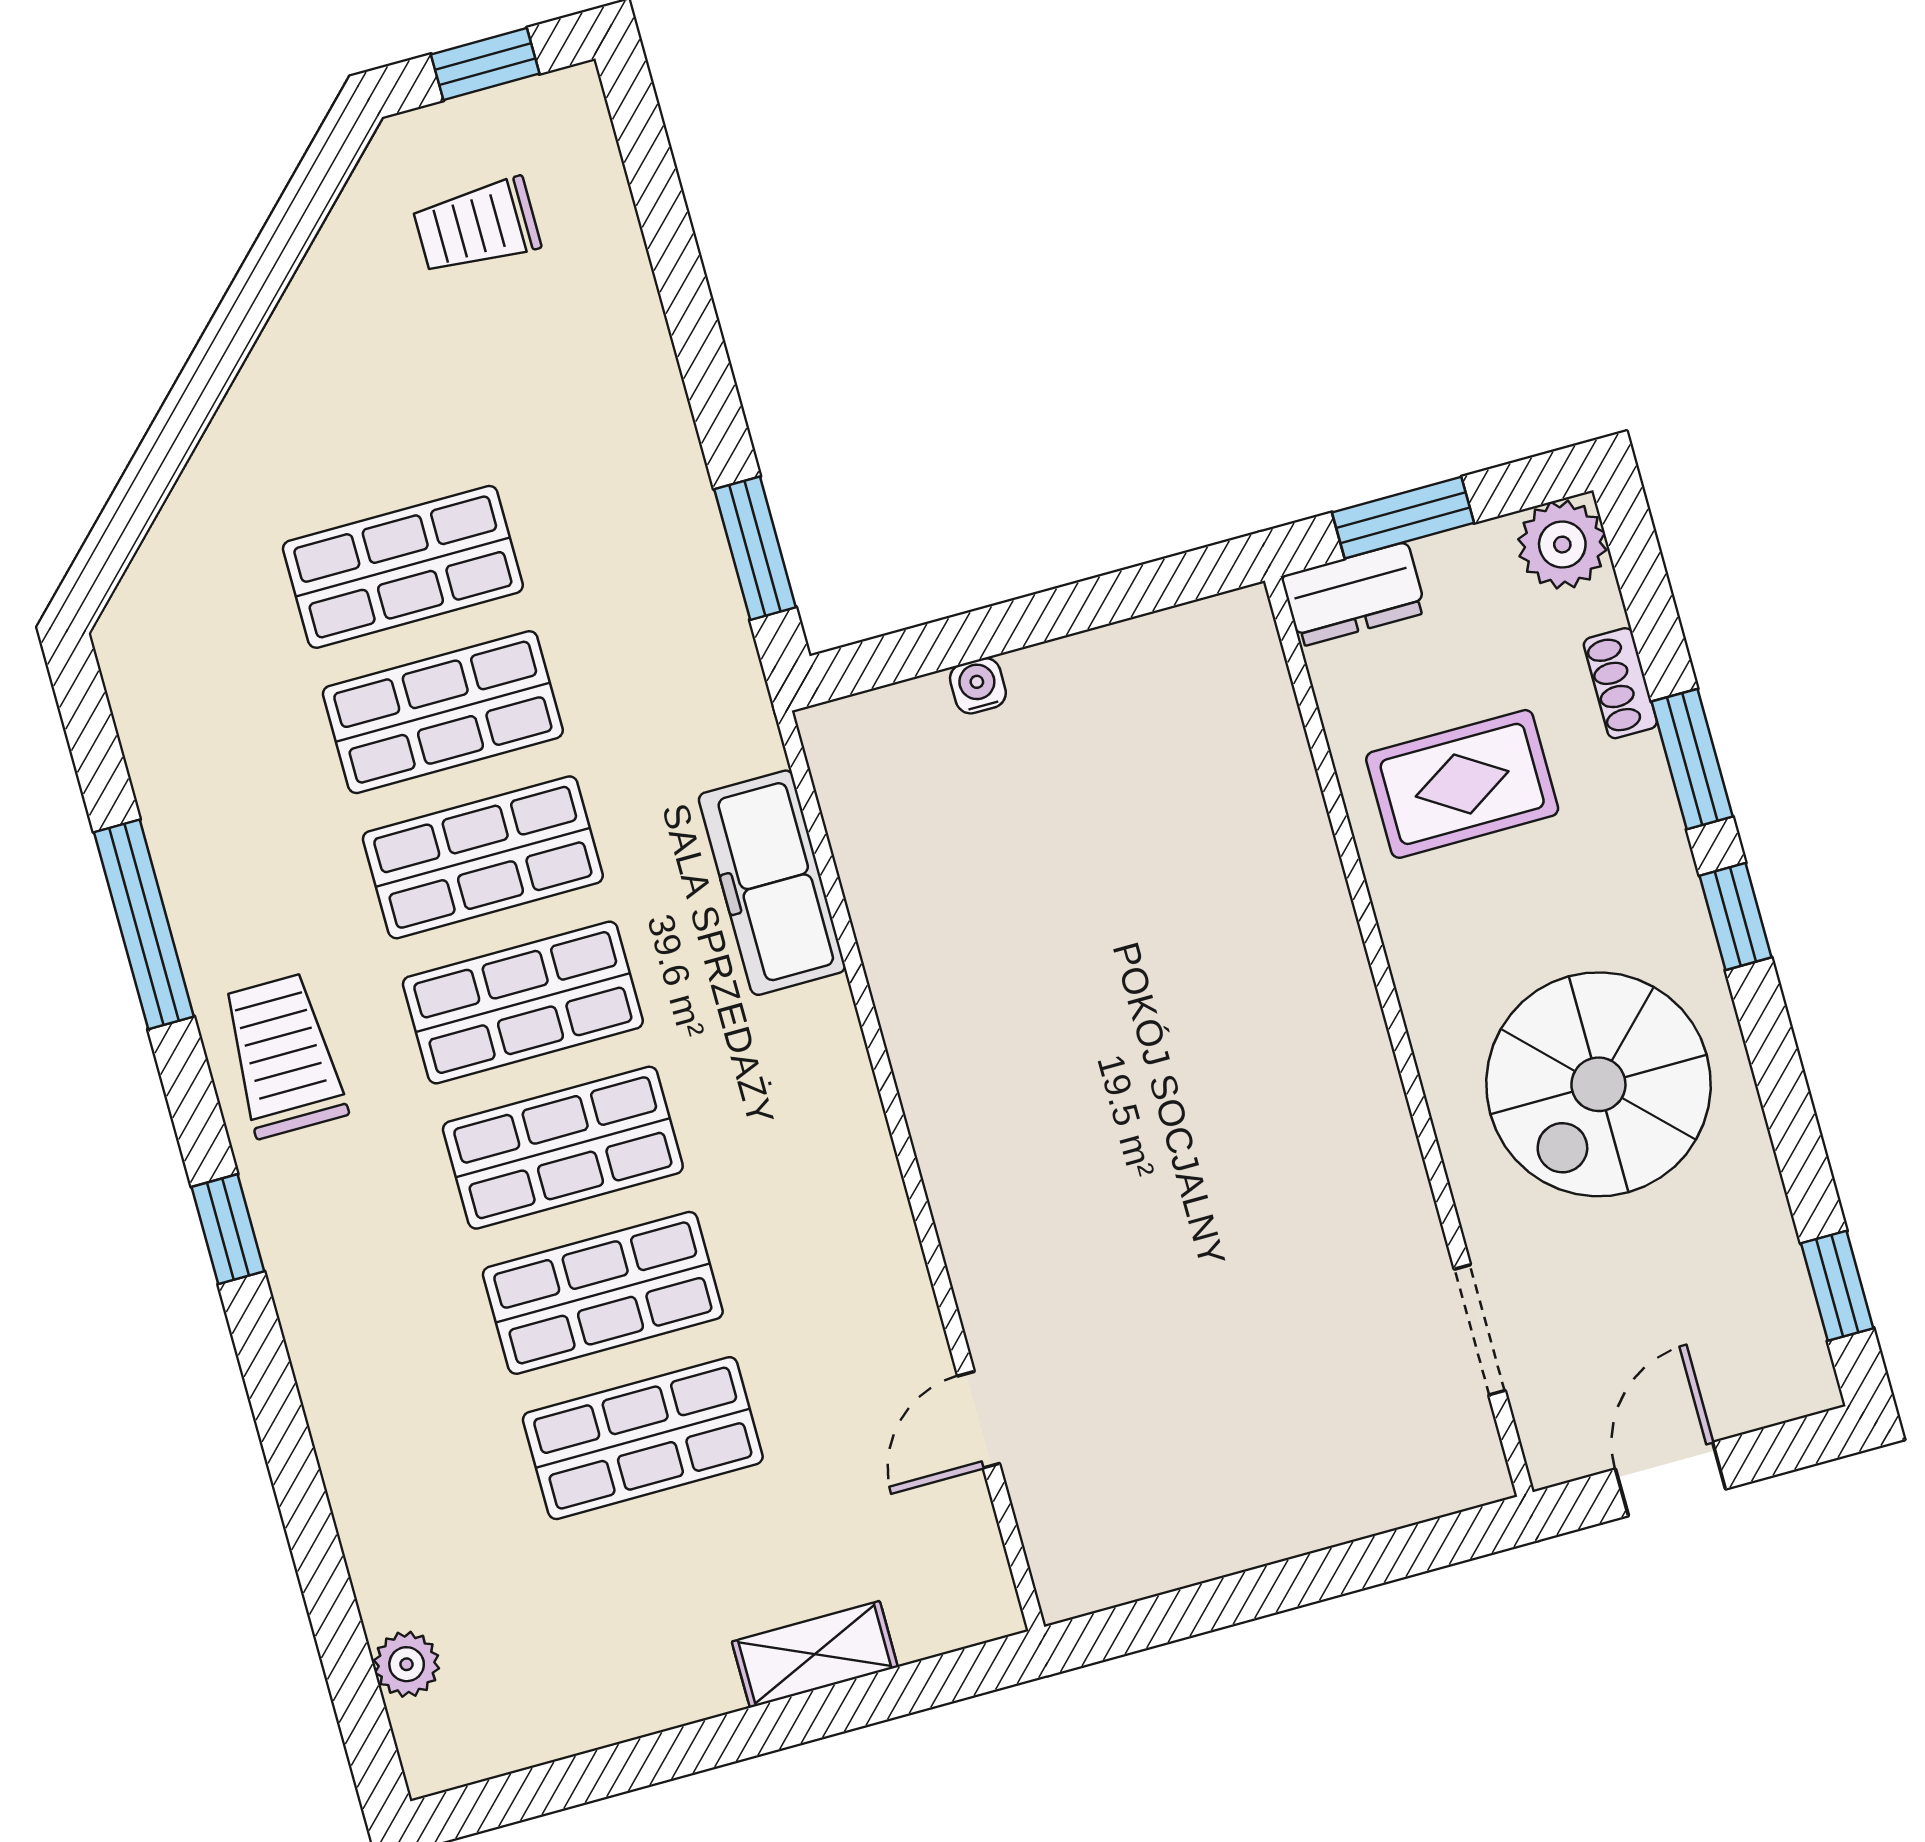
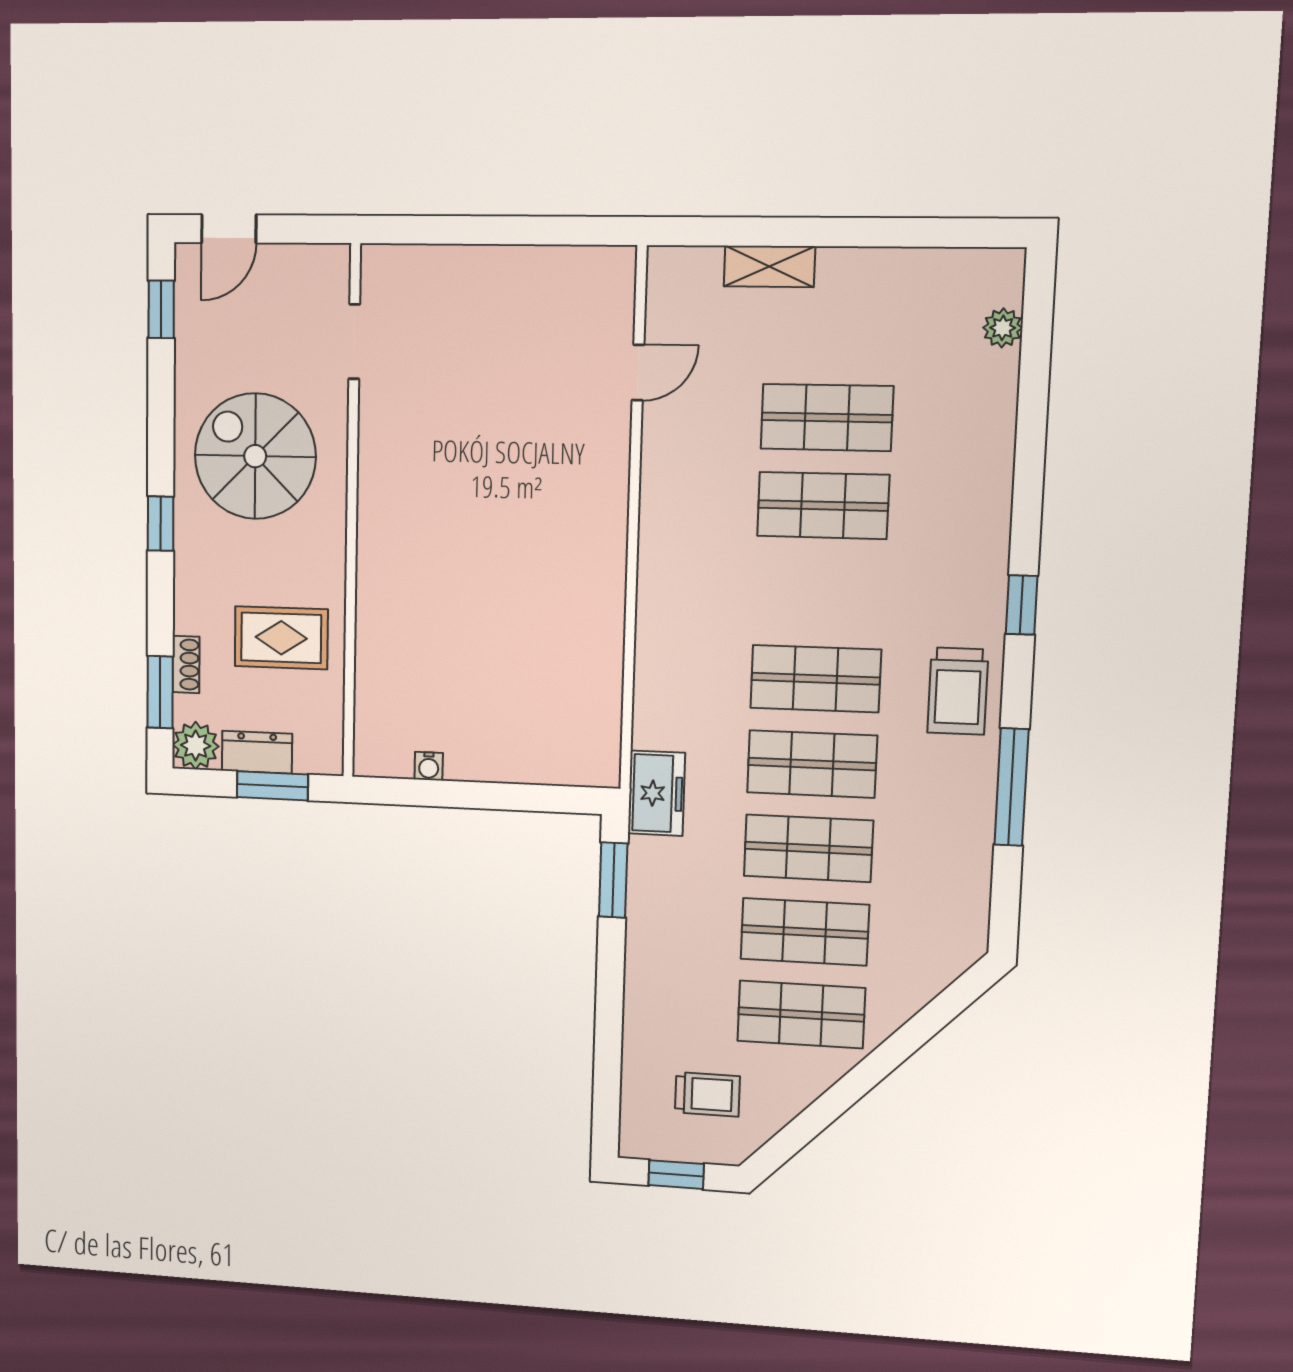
dresser: (1354, 594) -> (257, 752), moved
water cooler: (978, 686) -> (429, 766), moved
window: (1692, 759) -> (160, 692), moved
freezer: (772, 883) -> (656, 793), moved, width x0.71
spiral stairs: (1598, 1084) -> (255, 456), turned -90
shop shelf: (563, 1148) -> (801, 1014), moved
door: (1671, 1479) -> (229, 229), moved

